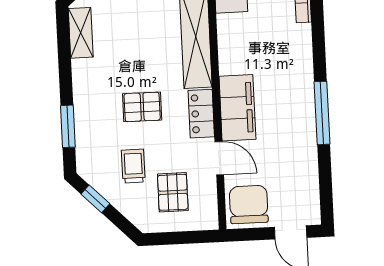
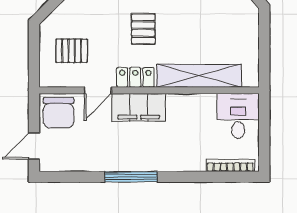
trolley: (133, 166) -> (95, 19), removed
chair: (249, 204) -> (59, 113), turned 90

